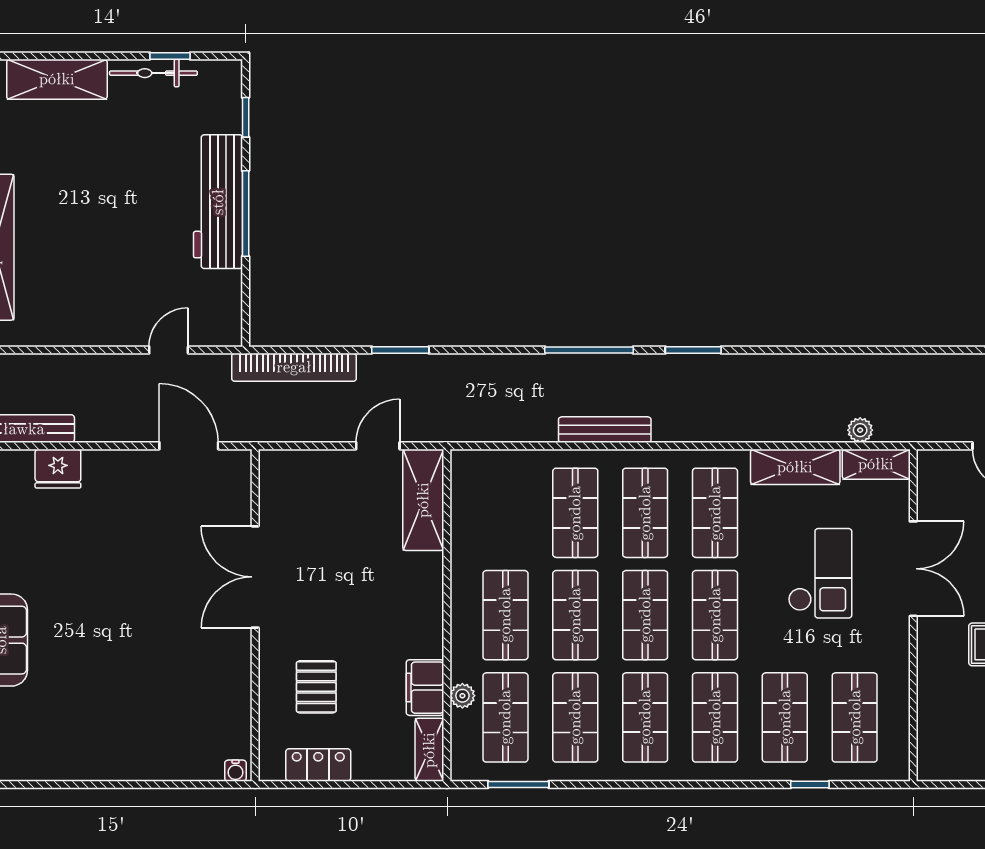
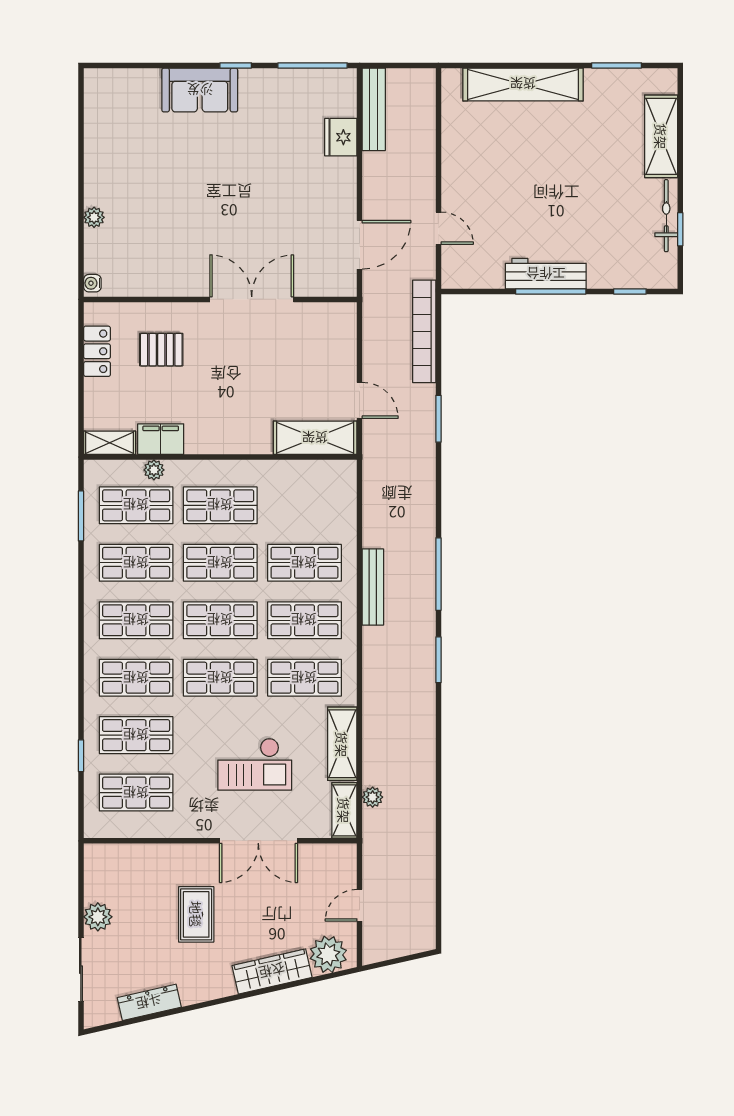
workbench: (218, 202) -> (546, 274), width x0.73, depth x0.76
plant: (155, 769) -> (94, 217), added

